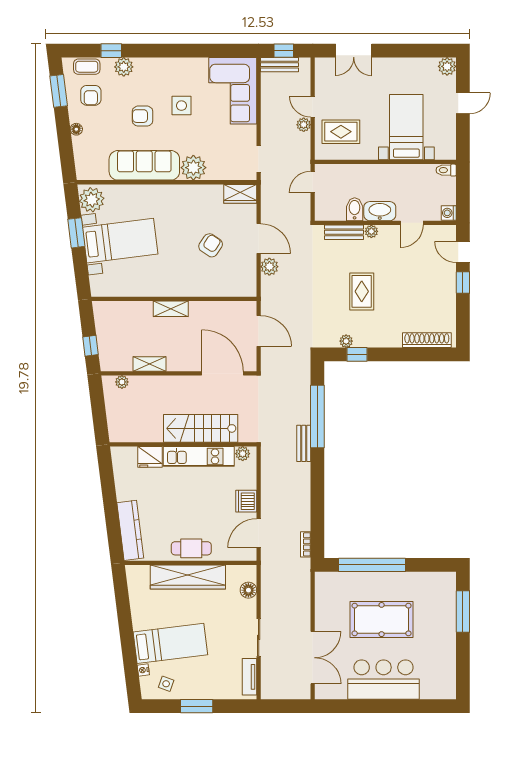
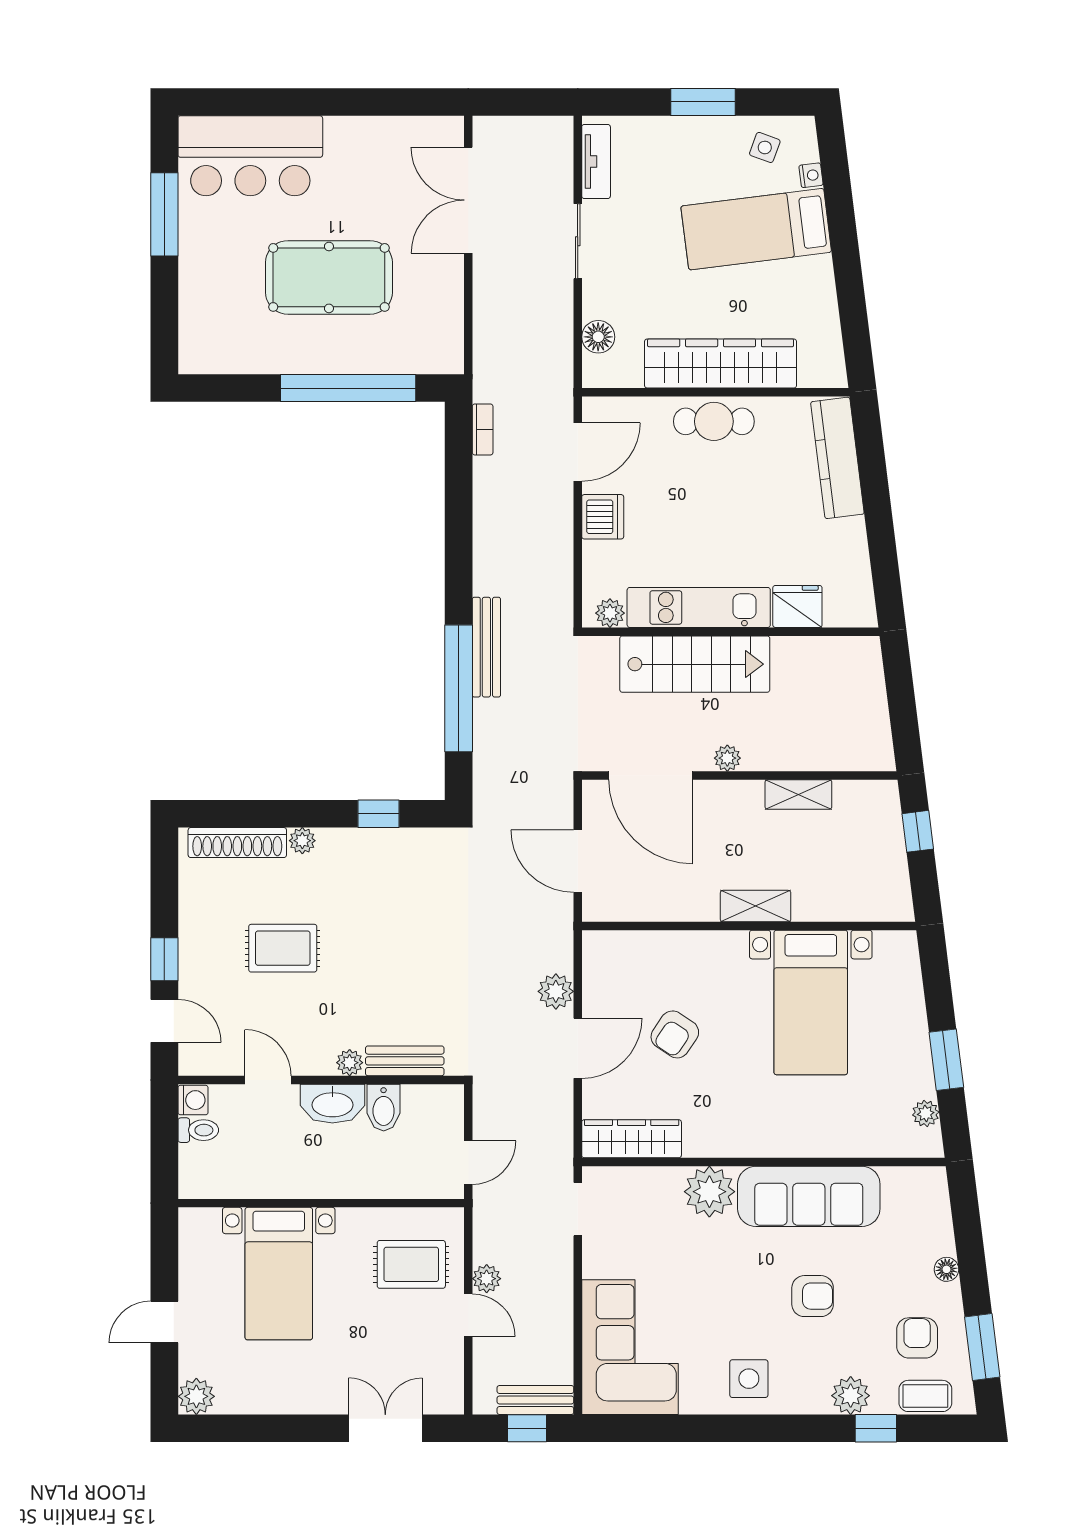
side table: (181, 106) -> (749, 1379), moved
toilet: (446, 170) -> (198, 1130), moved
wardrobe: (240, 194) -> (632, 1139), width x1.50
plant: (92, 200) -> (926, 1113), width x0.53, depth x0.53
door: (412, 223) -> (268, 1080), hinge flipped
door: (259, 239) -> (578, 1048), swing flipped
bed with nightstands: (120, 241) -> (811, 1002), moved, turned -83
rug: (362, 291) -> (283, 948), moved, turned 90
plant: (346, 341) -> (302, 841), moved
plant: (122, 382) -> (727, 758), moved
bench: (304, 443) -> (486, 647), width x1.36
window: (463, 611) -> (164, 214), moved
bar counter: (384, 680) -> (250, 156), moved

